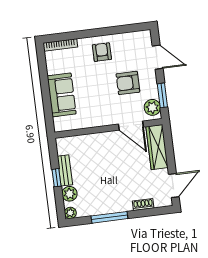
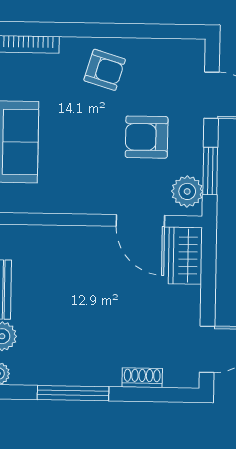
armchair: (102, 52) -> (105, 70), turned 107
wardrobe: (157, 147) -> (185, 256), width x0.67

